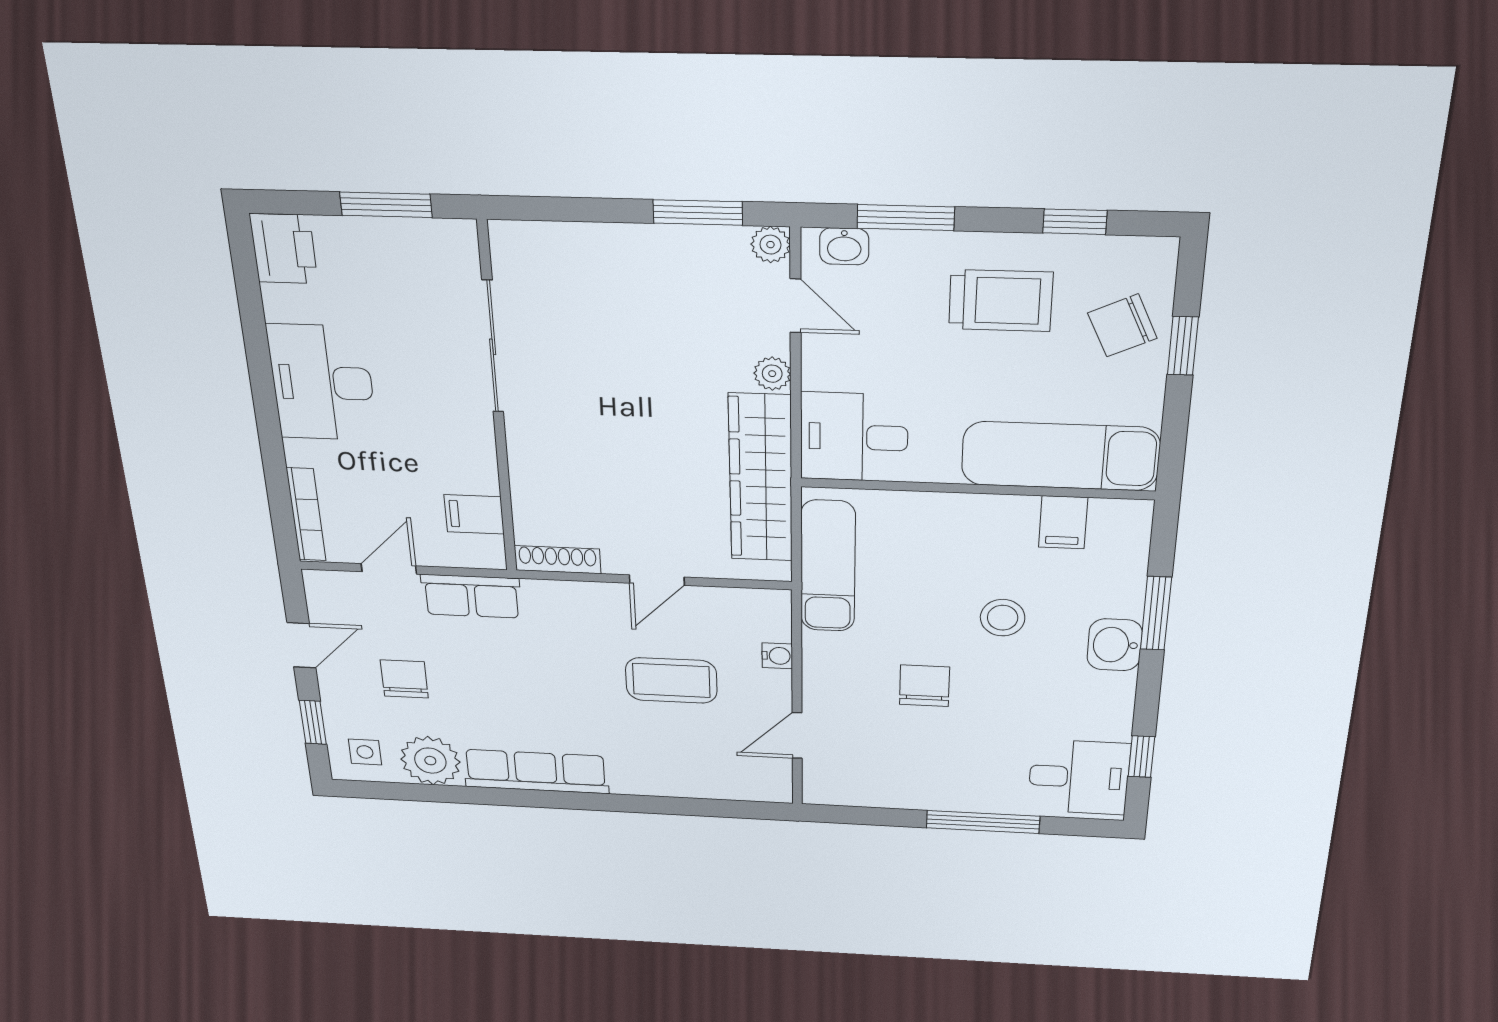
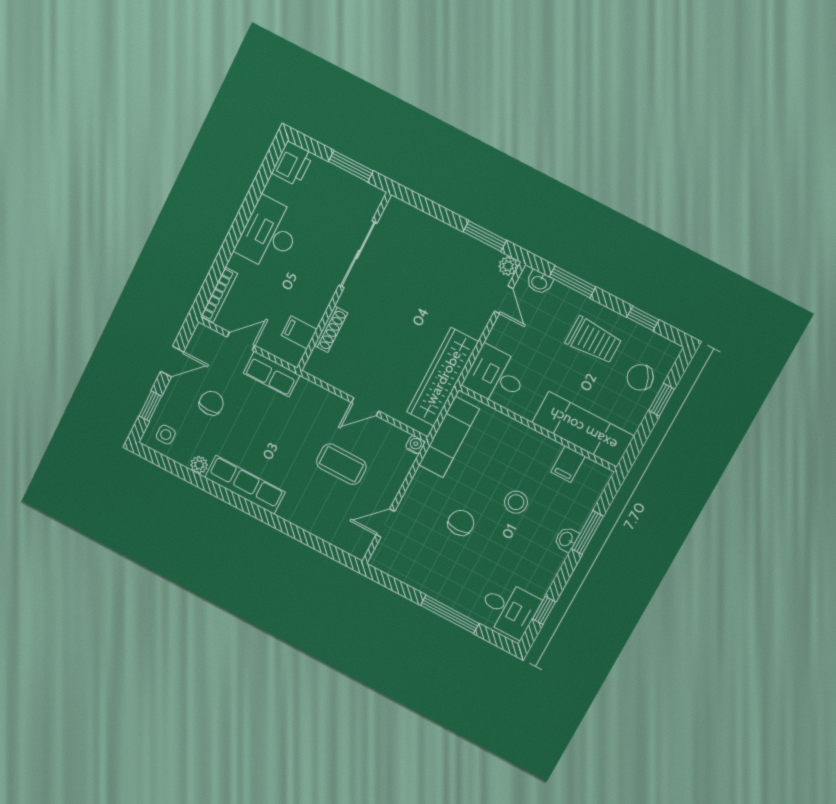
plant: (772, 374) -> (476, 327), removed
shoe rack: (558, 560) -> (331, 329), moved, turned 90
washbasin: (1115, 645) -> (566, 539), width x0.72, depth x0.69
water cooler: (777, 656) -> (415, 445), moved, turned -90
plant: (430, 761) -> (199, 465), width x0.53, depth x0.53

